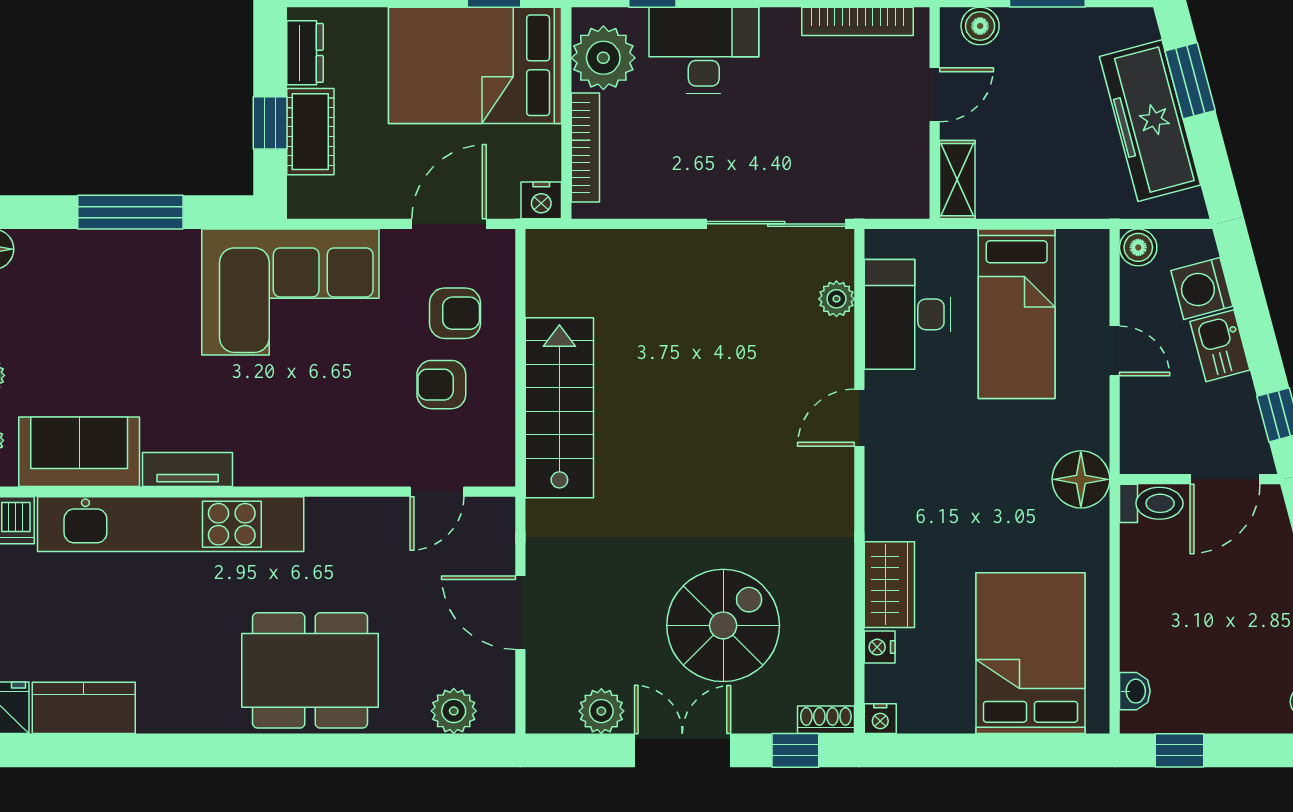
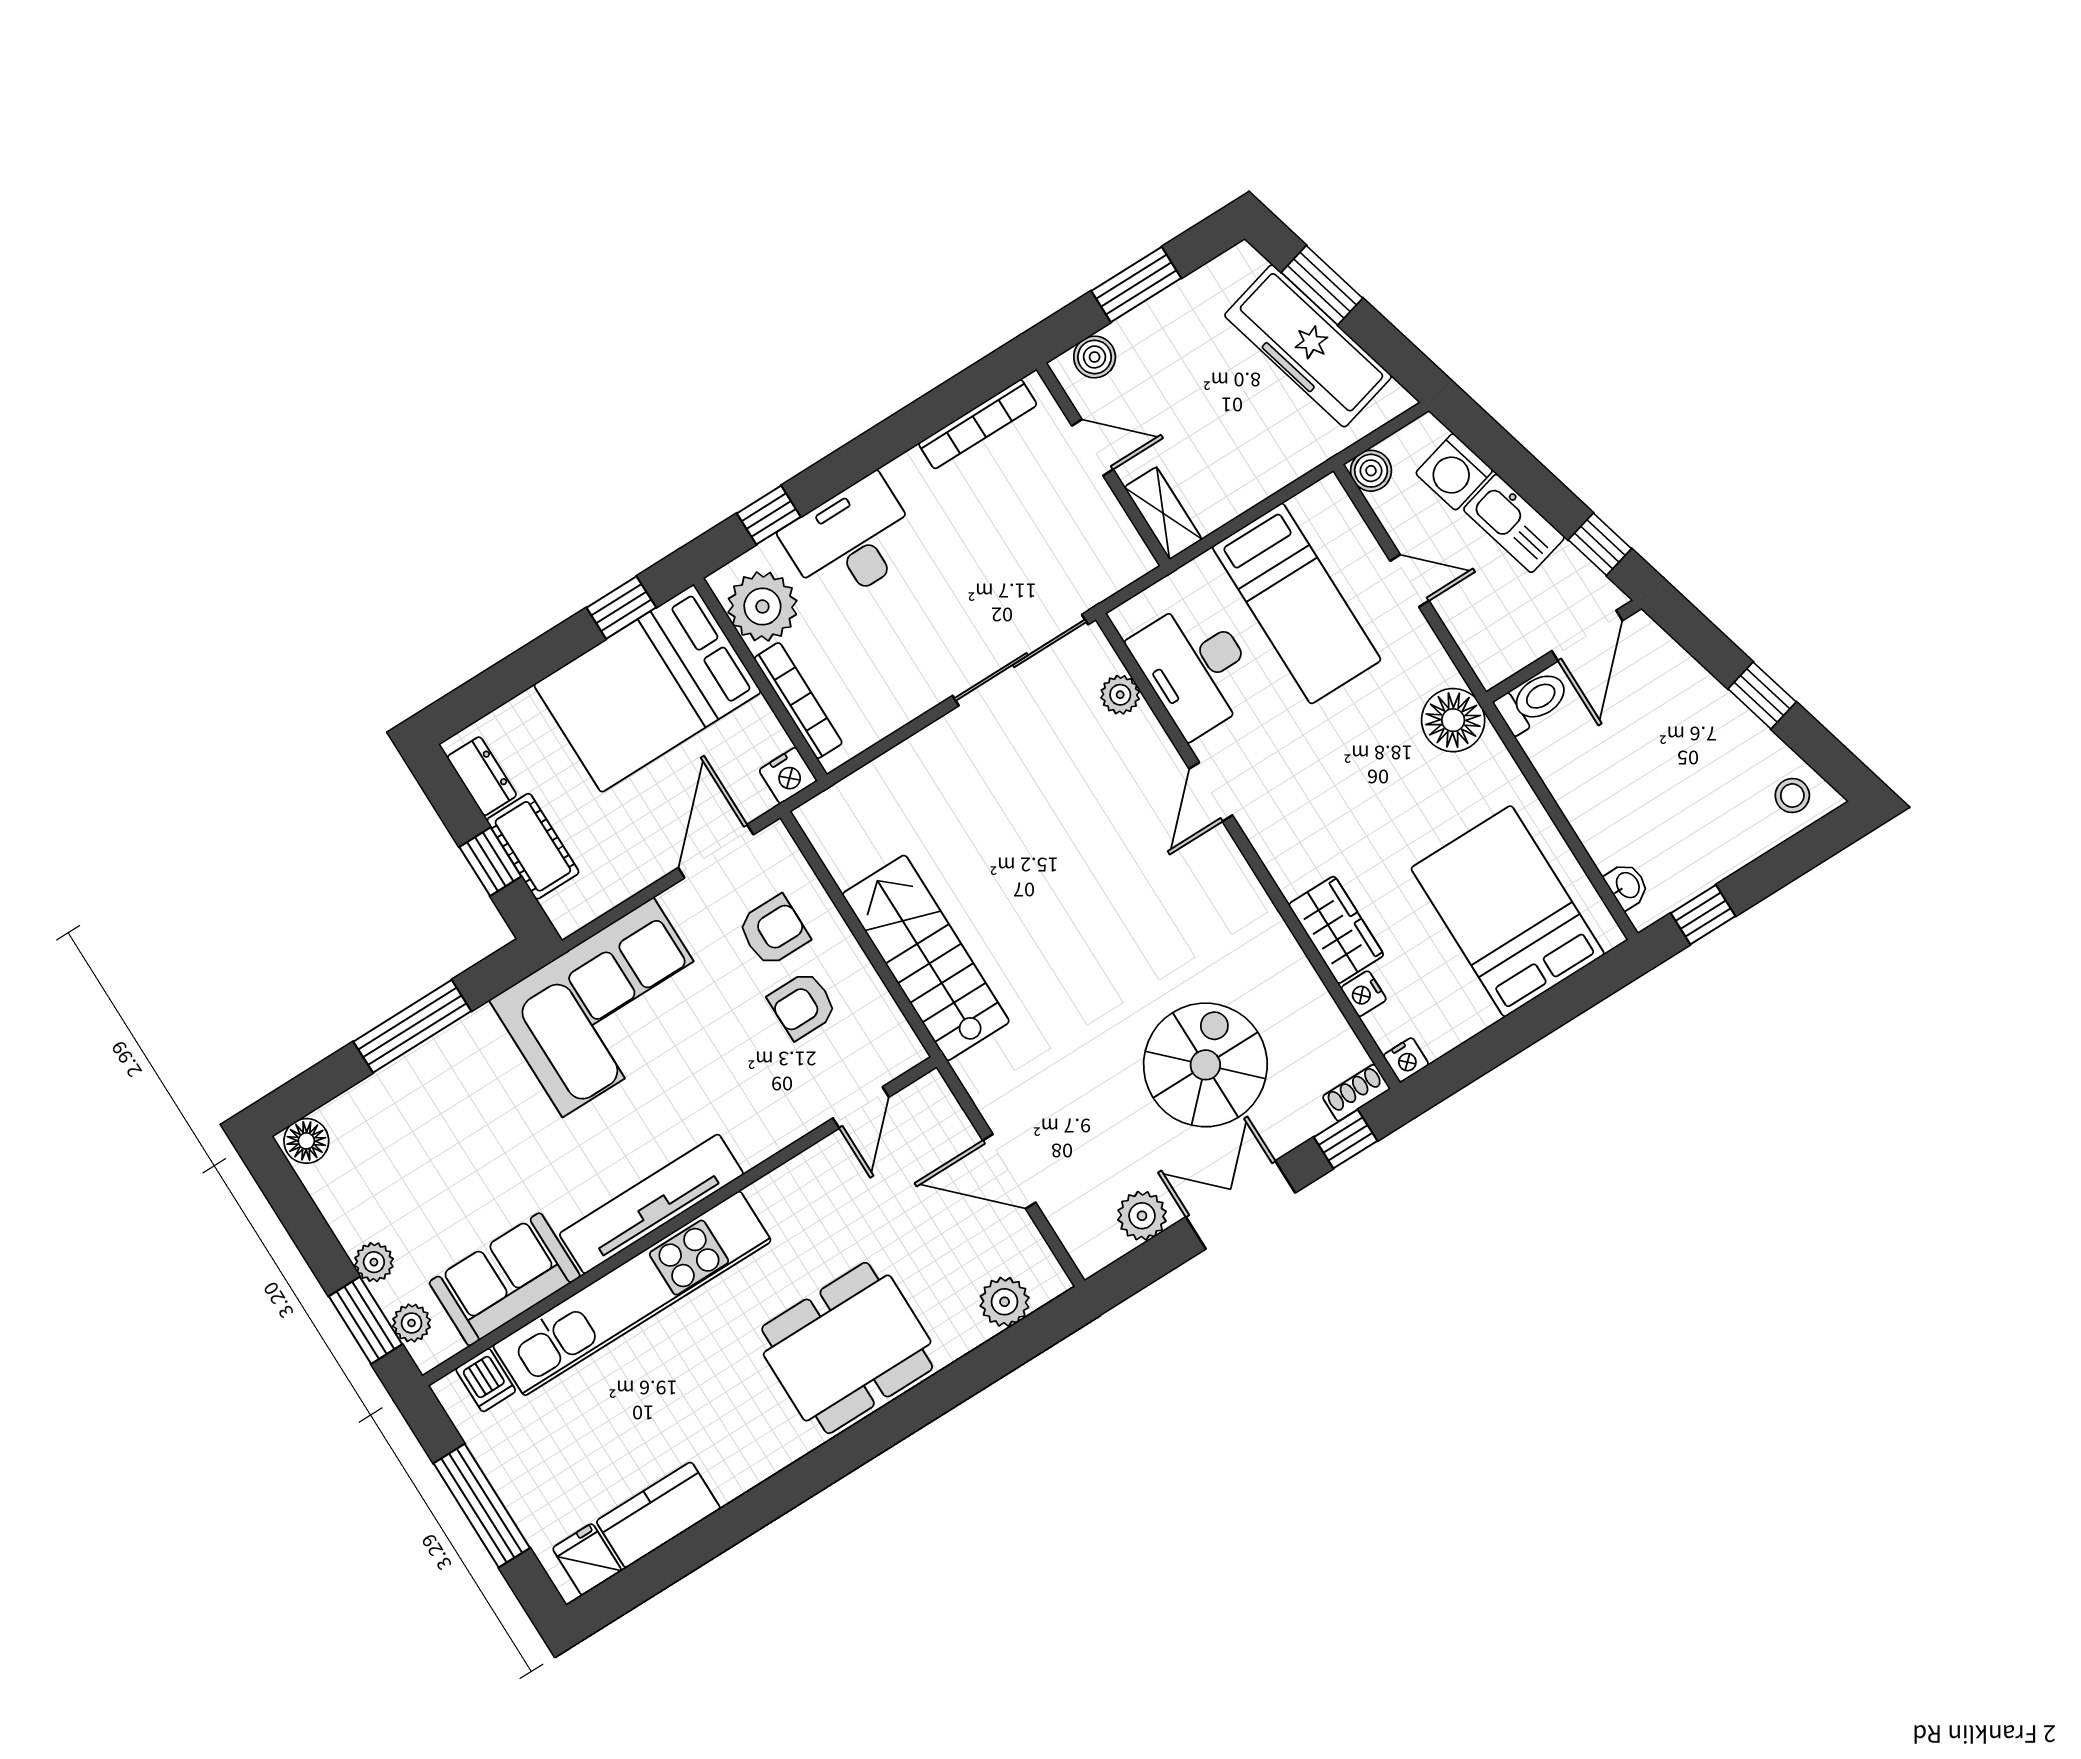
door: (935, 95) -> (1092, 447), hinge flipped
kitchen sink: (1220, 346) -> (1514, 523), width x1.38
tv unit: (188, 470) -> (651, 1204), width x1.92, depth x1.29

